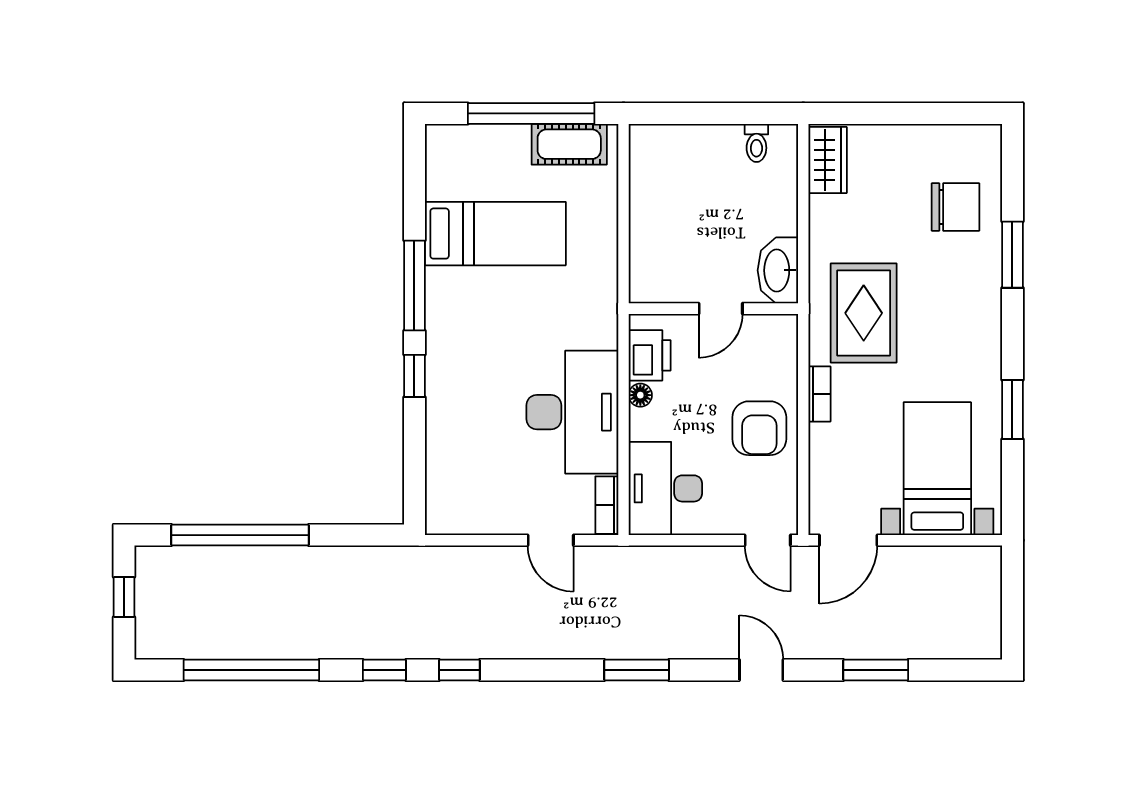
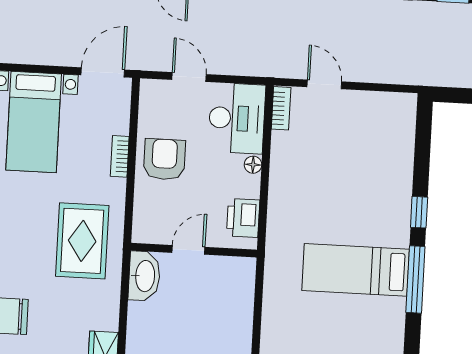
bed: (495, 234) -> (356, 270), moved
bookcase: (819, 394) -> (120, 156), moved
floor lamp: (640, 395) -> (253, 165), moved
desk: (572, 412) -> (303, 179), removed
door: (768, 540) -> (189, 77), moved

